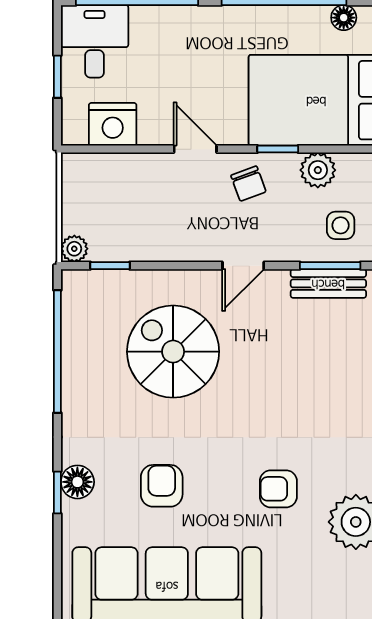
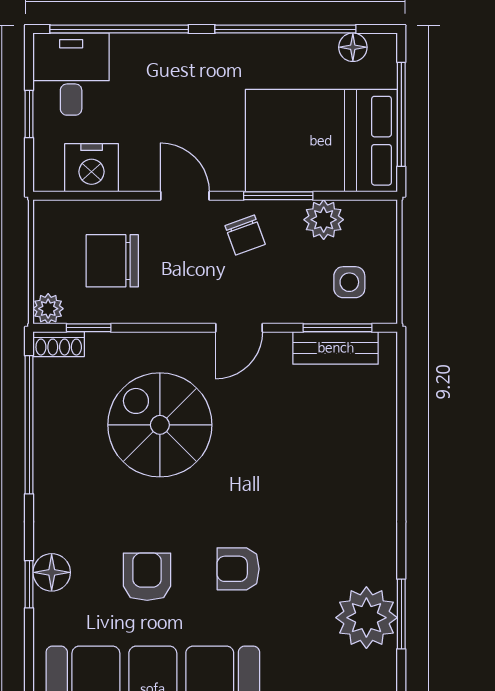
window: (278, 149) -> (278, 196), width x1.50
chair: (131, 206) -> (112, 261), added
shoe rack: (84, 280) -> (59, 344), added
armchair: (278, 489) -> (238, 569), moved

